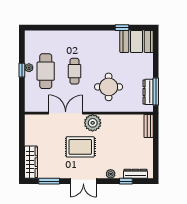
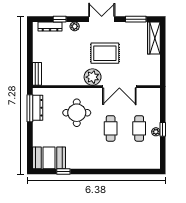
cafe table: (46, 71) -> (139, 128), width x0.73, depth x0.74

